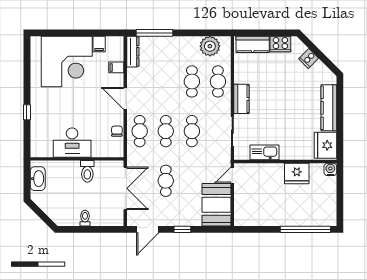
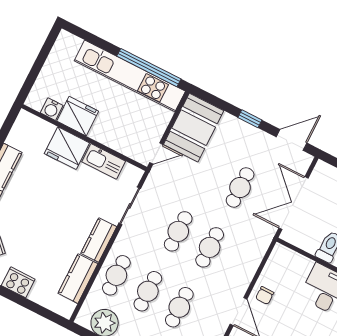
kitchen counter: (253, 44) -> (78, 279), moved, turned -90
chair: (117, 131) -> (265, 295), moved
cafe table: (140, 131) -> (179, 307), moved
fridge: (325, 145) -> (67, 148), moved, turned 90
water cooler: (330, 169) -> (52, 109), moved
kitchen unit: (276, 217) -> (130, 76), added
window: (305, 229) -> (149, 68), moved

